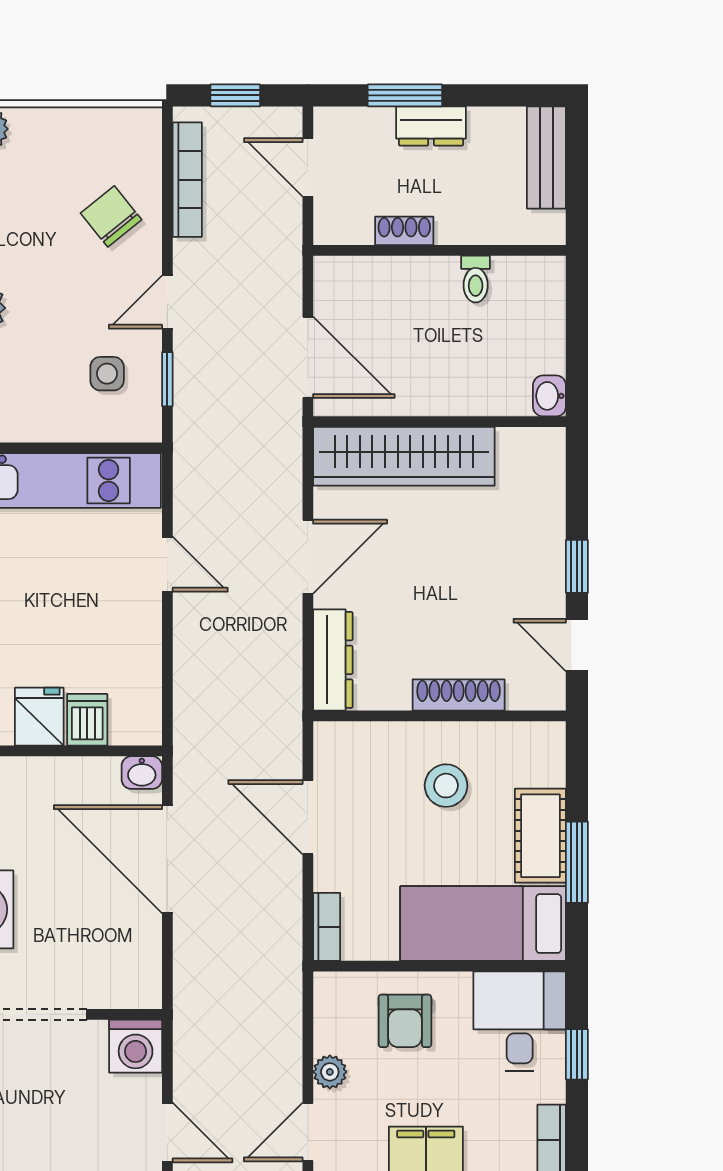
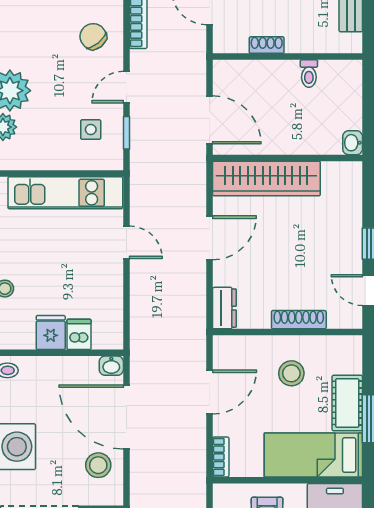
dresser: (333, 660) -> (224, 308), width x0.70
door: (308, 817) -> (210, 392), swing flipped
stool: (120, 941) -> (98, 465), added

